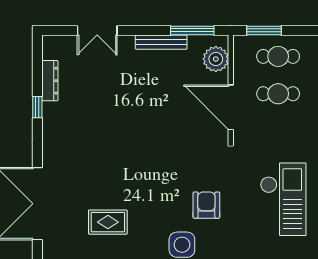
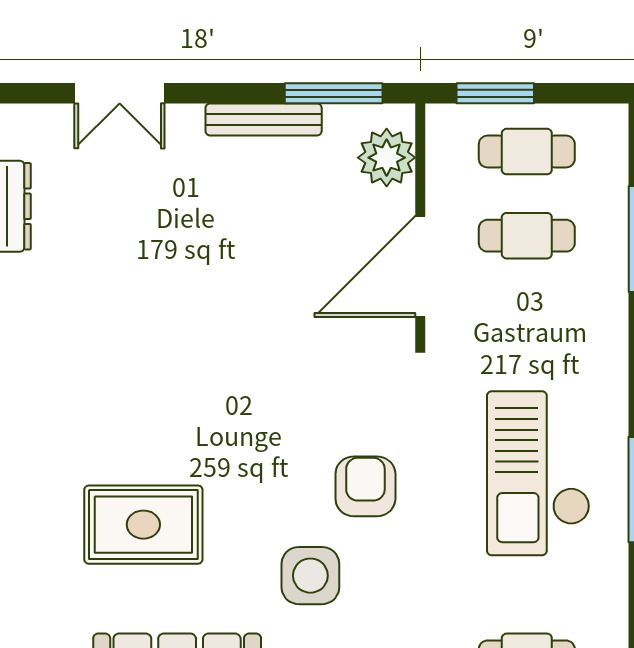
door: (231, 107) -> (420, 266), hinge flipped
checkout: (283, 199) -> (538, 473), turned 180
rug: (108, 222) -> (143, 525), width x1.36, depth x1.43

